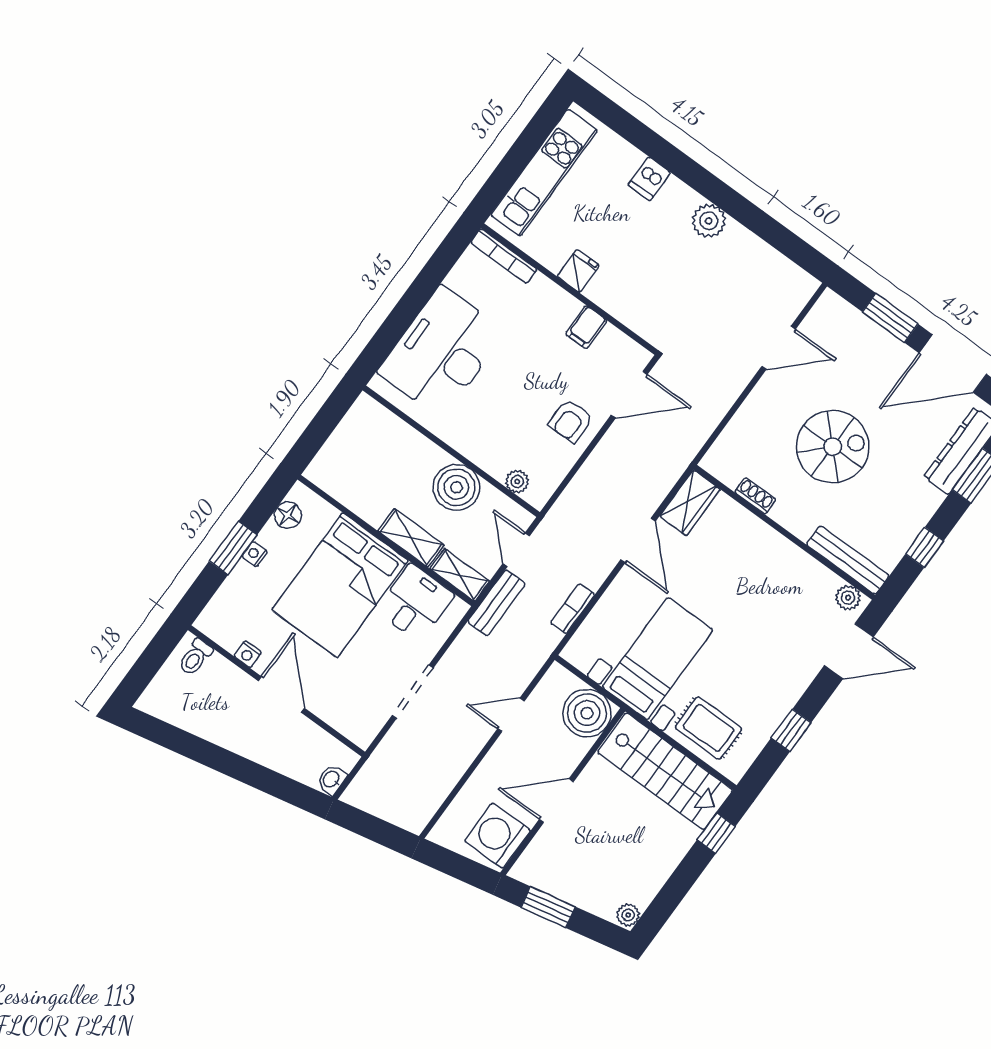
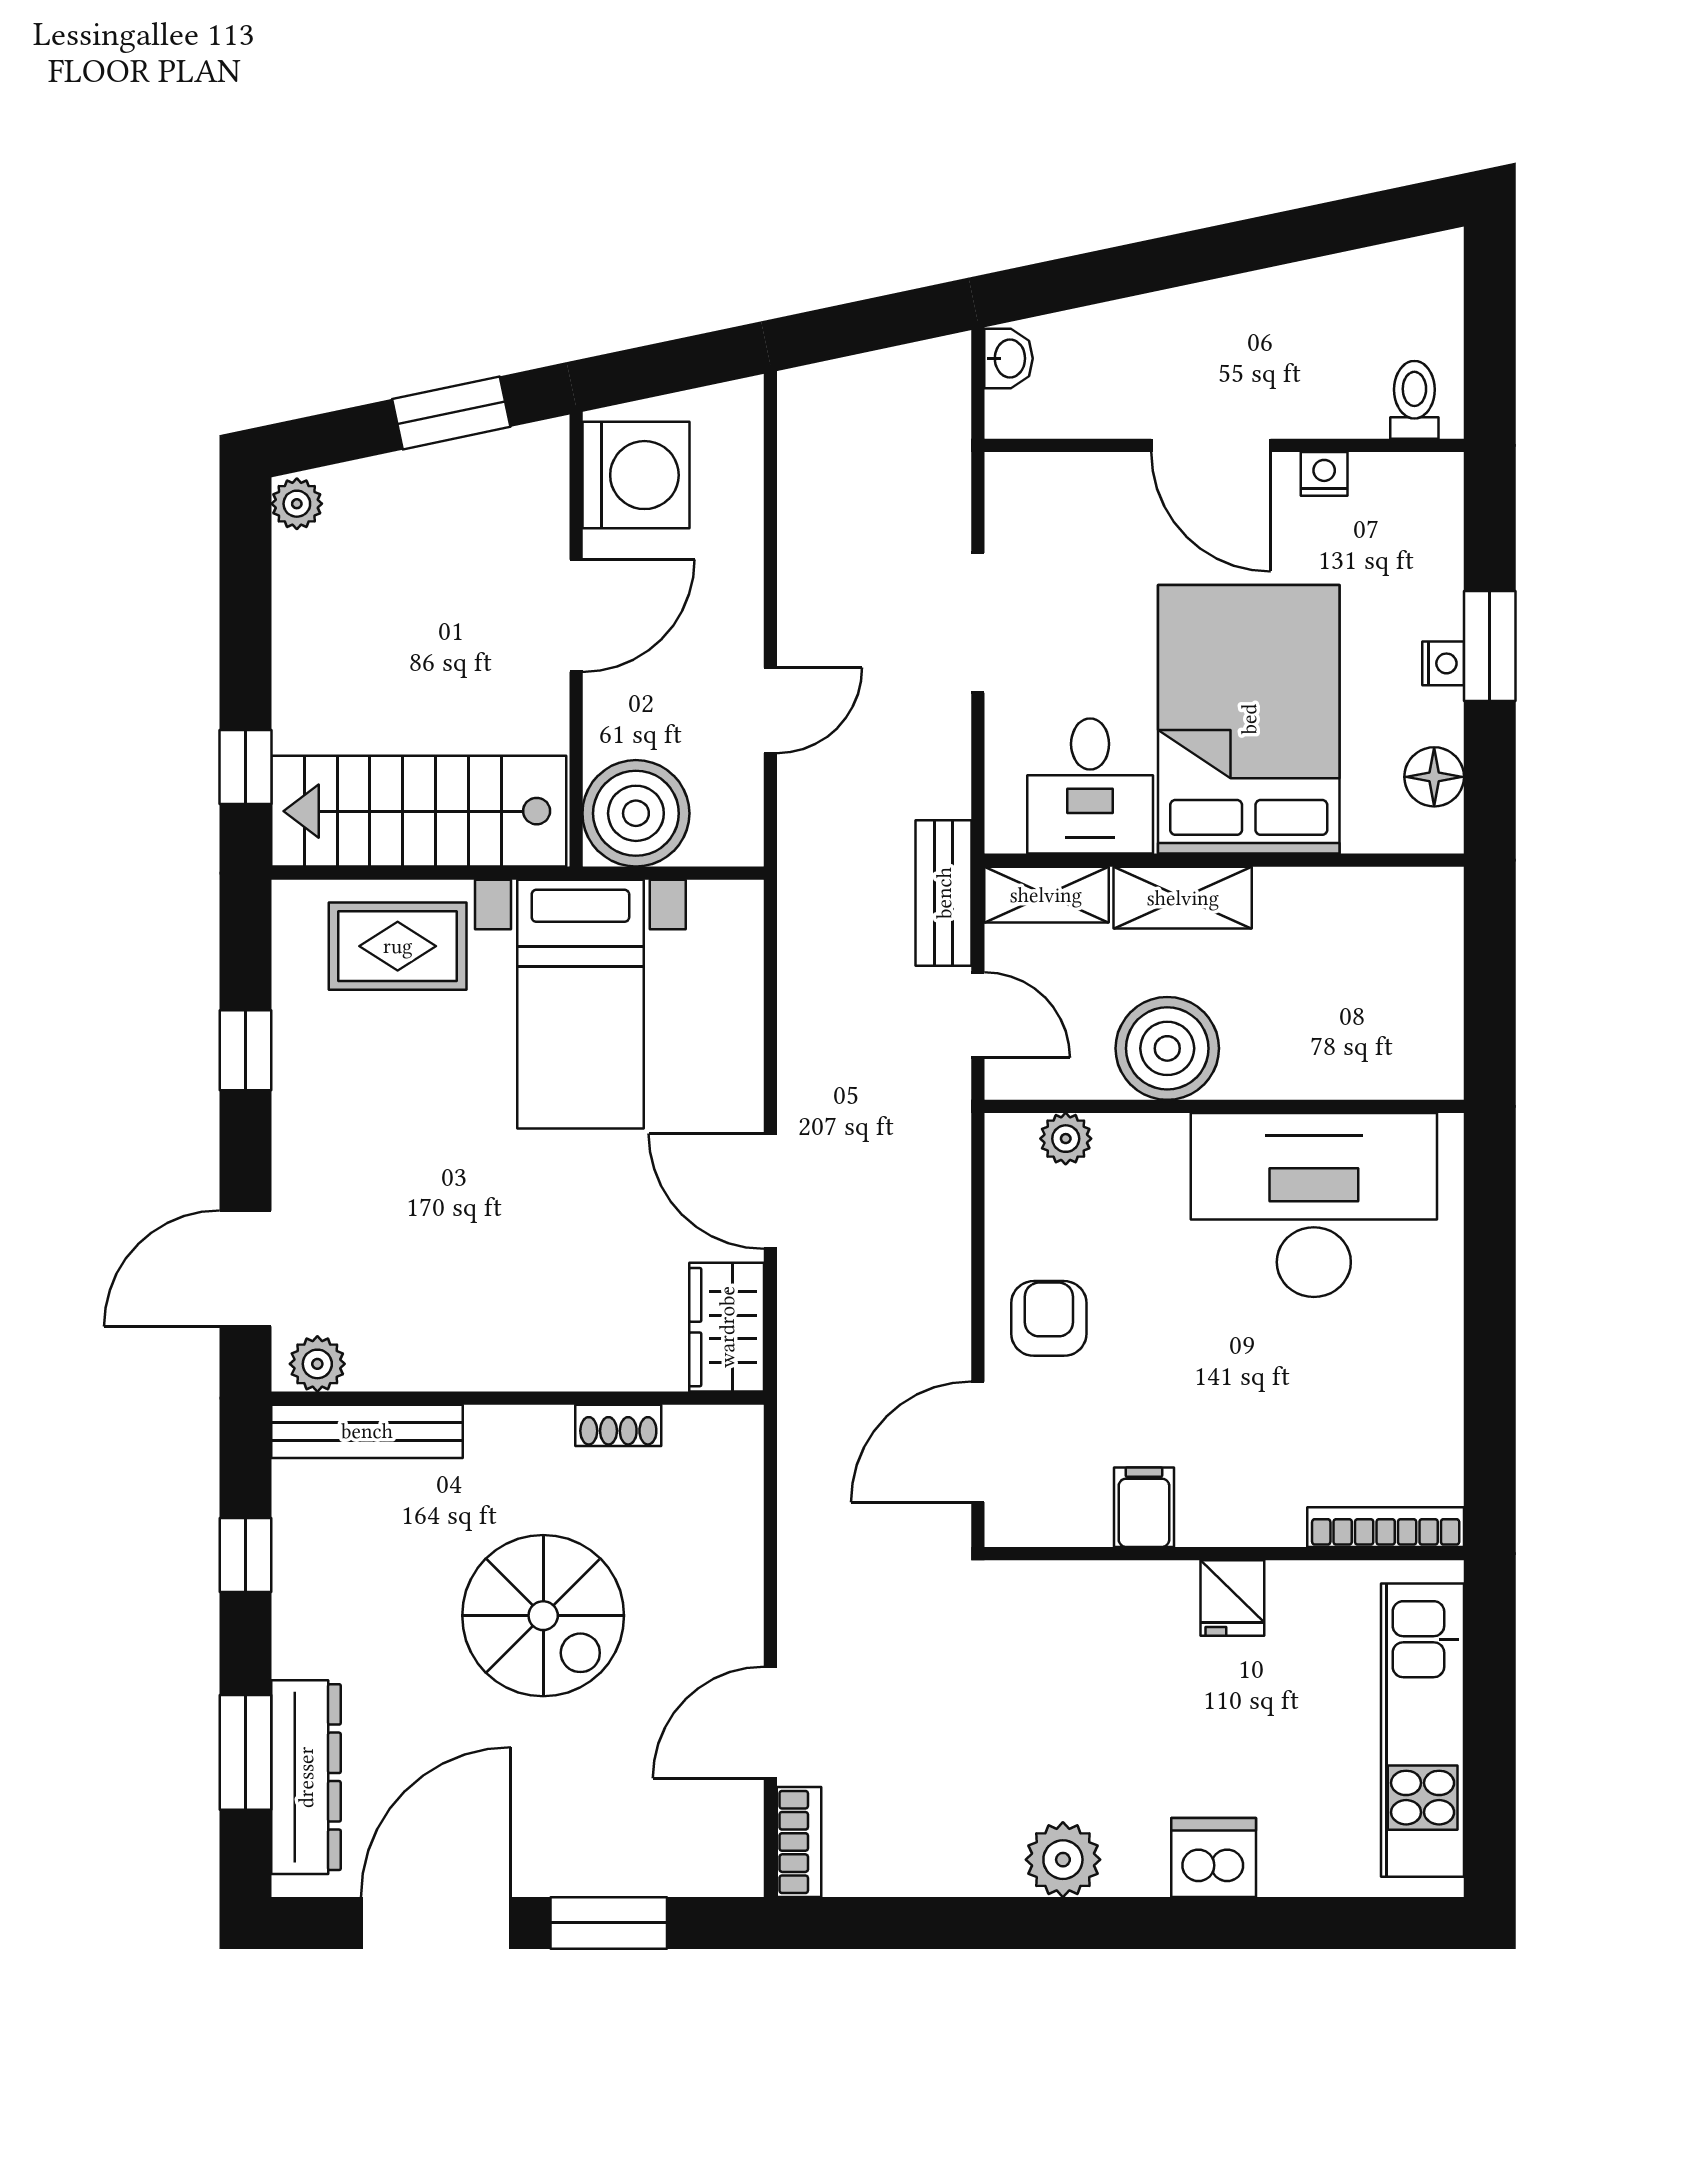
dishwasher: (649, 179) -> (1214, 1857), width x1.38
desk: (442, 352) -> (1314, 1205), moved, turned -90
spiral stairs: (833, 447) -> (543, 1616), turned -90
bookcase: (573, 609) -> (799, 1842), moved

